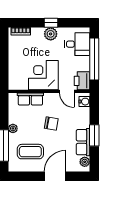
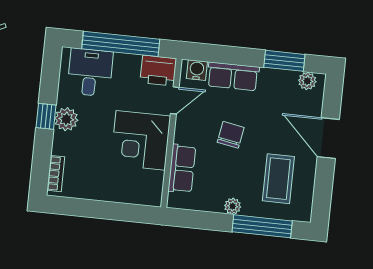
window: (94, 135) -> (284, 61), moved
row of seats: (83, 142) -> (233, 76), moved

